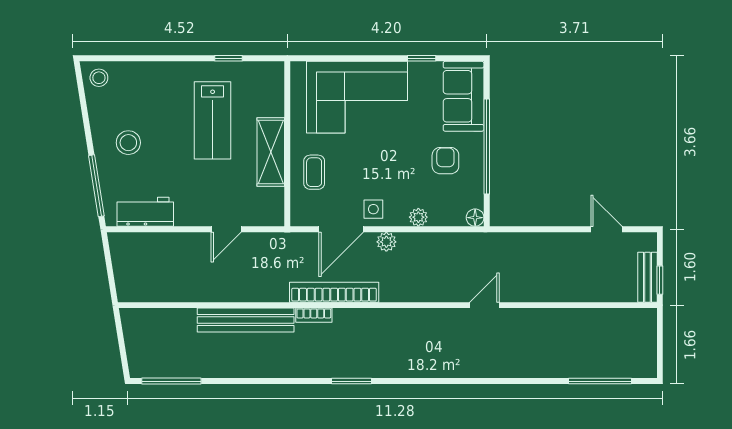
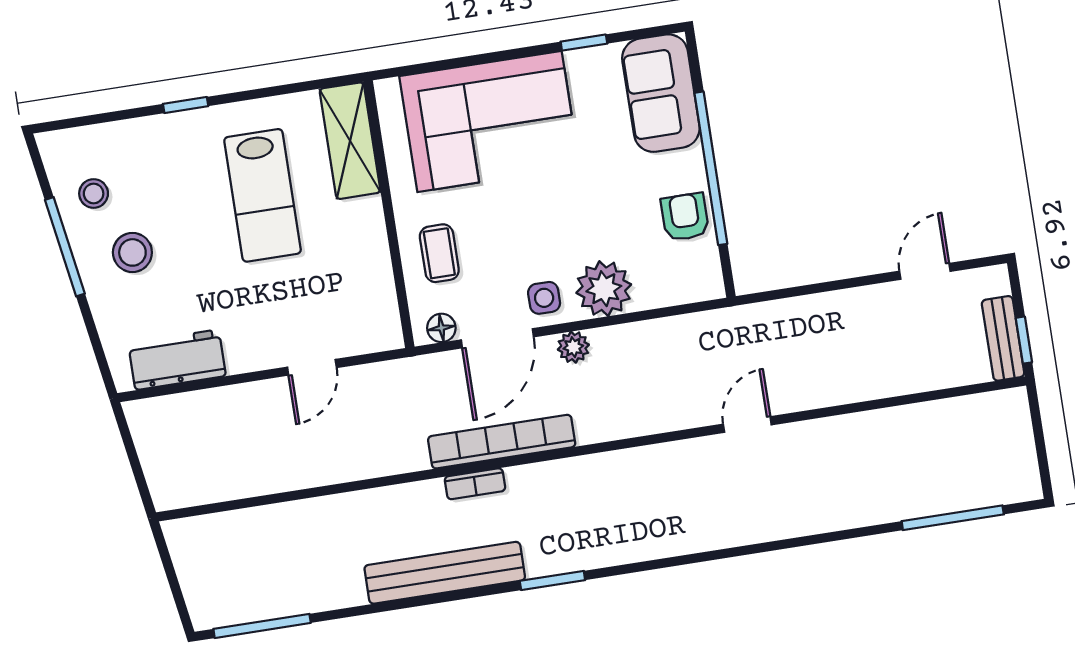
window: (228, 58) -> (186, 105), moved
stool: (99, 78) -> (94, 194), moved
shelving: (271, 152) -> (350, 141), moved
armchair: (445, 161) -> (685, 217), moved
window: (96, 186) -> (65, 247), moved
plant: (418, 217) -> (604, 289), width x1.88, depth x1.88
floor lamp: (475, 218) -> (441, 328), moved
door: (607, 229) -> (925, 271), hinge flipped
bench: (246, 320) -> (445, 573), moved

